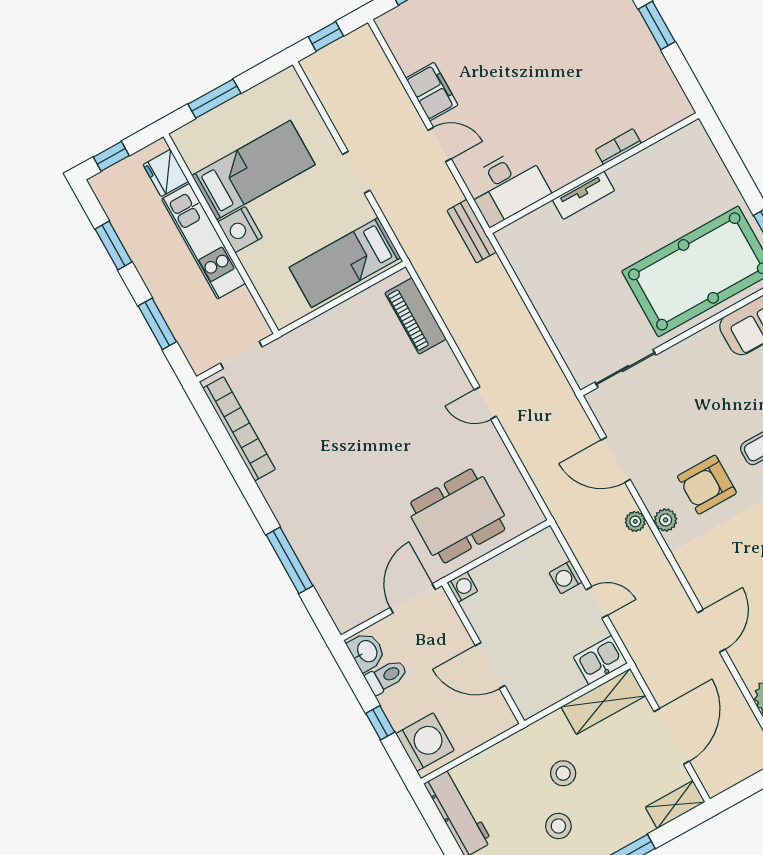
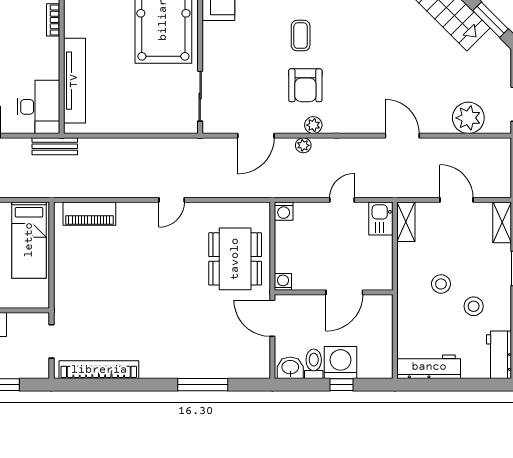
tv unit: (583, 195) -> (74, 81), width x1.92, depth x1.29
washing machine: (566, 577) -> (284, 211), moved
shelving: (603, 701) -> (406, 222), width x0.67, depth x0.75
door: (672, 736) -> (457, 200), width x0.73
washing machine: (425, 742) -> (341, 363), moved

